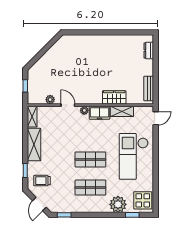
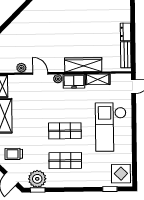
dresser: (149, 50) -> (126, 32), moved
wardrobe: (114, 97) -> (83, 65), width x1.50
plant: (118, 204) -> (37, 179), moved

